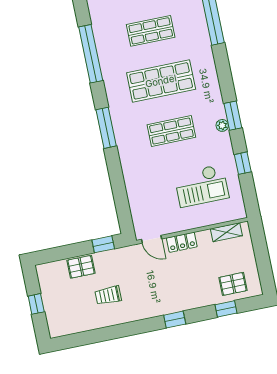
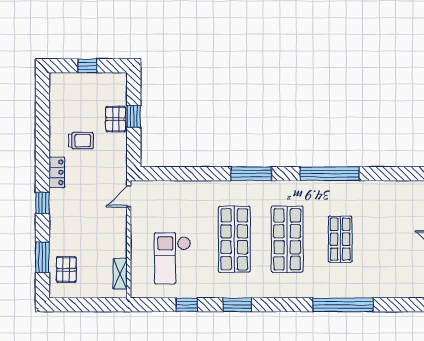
plant: (222, 125) -> (229, 292), removed
shop shelf: (171, 131) -> (234, 239), width x1.43, depth x1.36
locker: (182, 242) -> (57, 172), moved, turned 180
window: (103, 244) -> (134, 116), moved
trolley: (108, 295) -> (81, 141), turned 90
window: (226, 309) -> (42, 257), width x1.50

